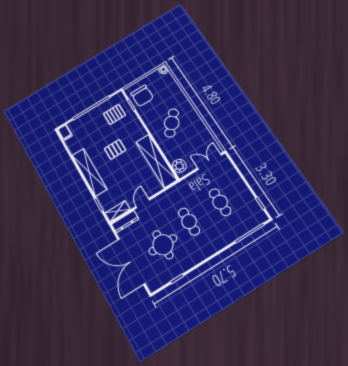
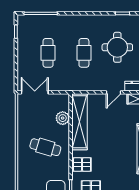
cafe table: (172, 123) -> (45, 147), turned 64
pallet: (115, 149) -> (82, 164), moved
double door: (210, 162) -> (35, 92), swing flipped
plant: (179, 166) -> (63, 118), moved

